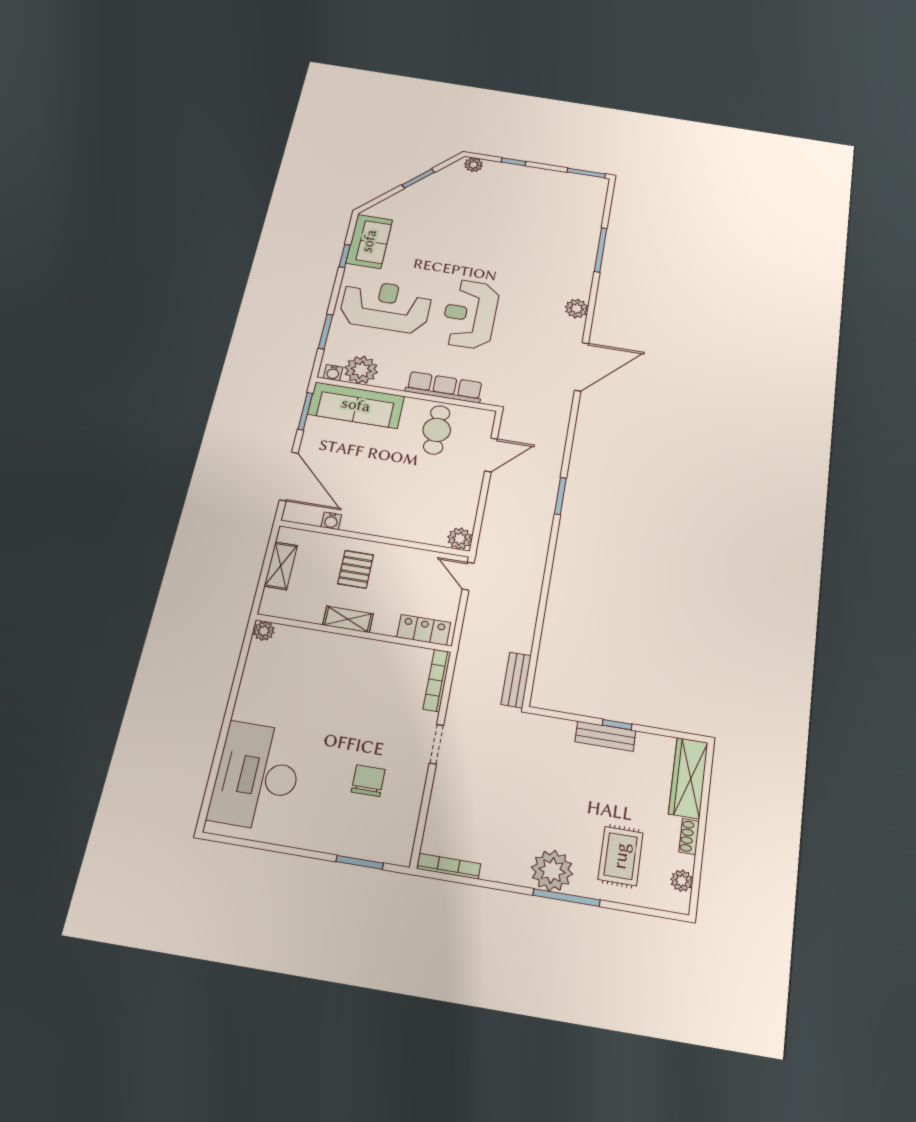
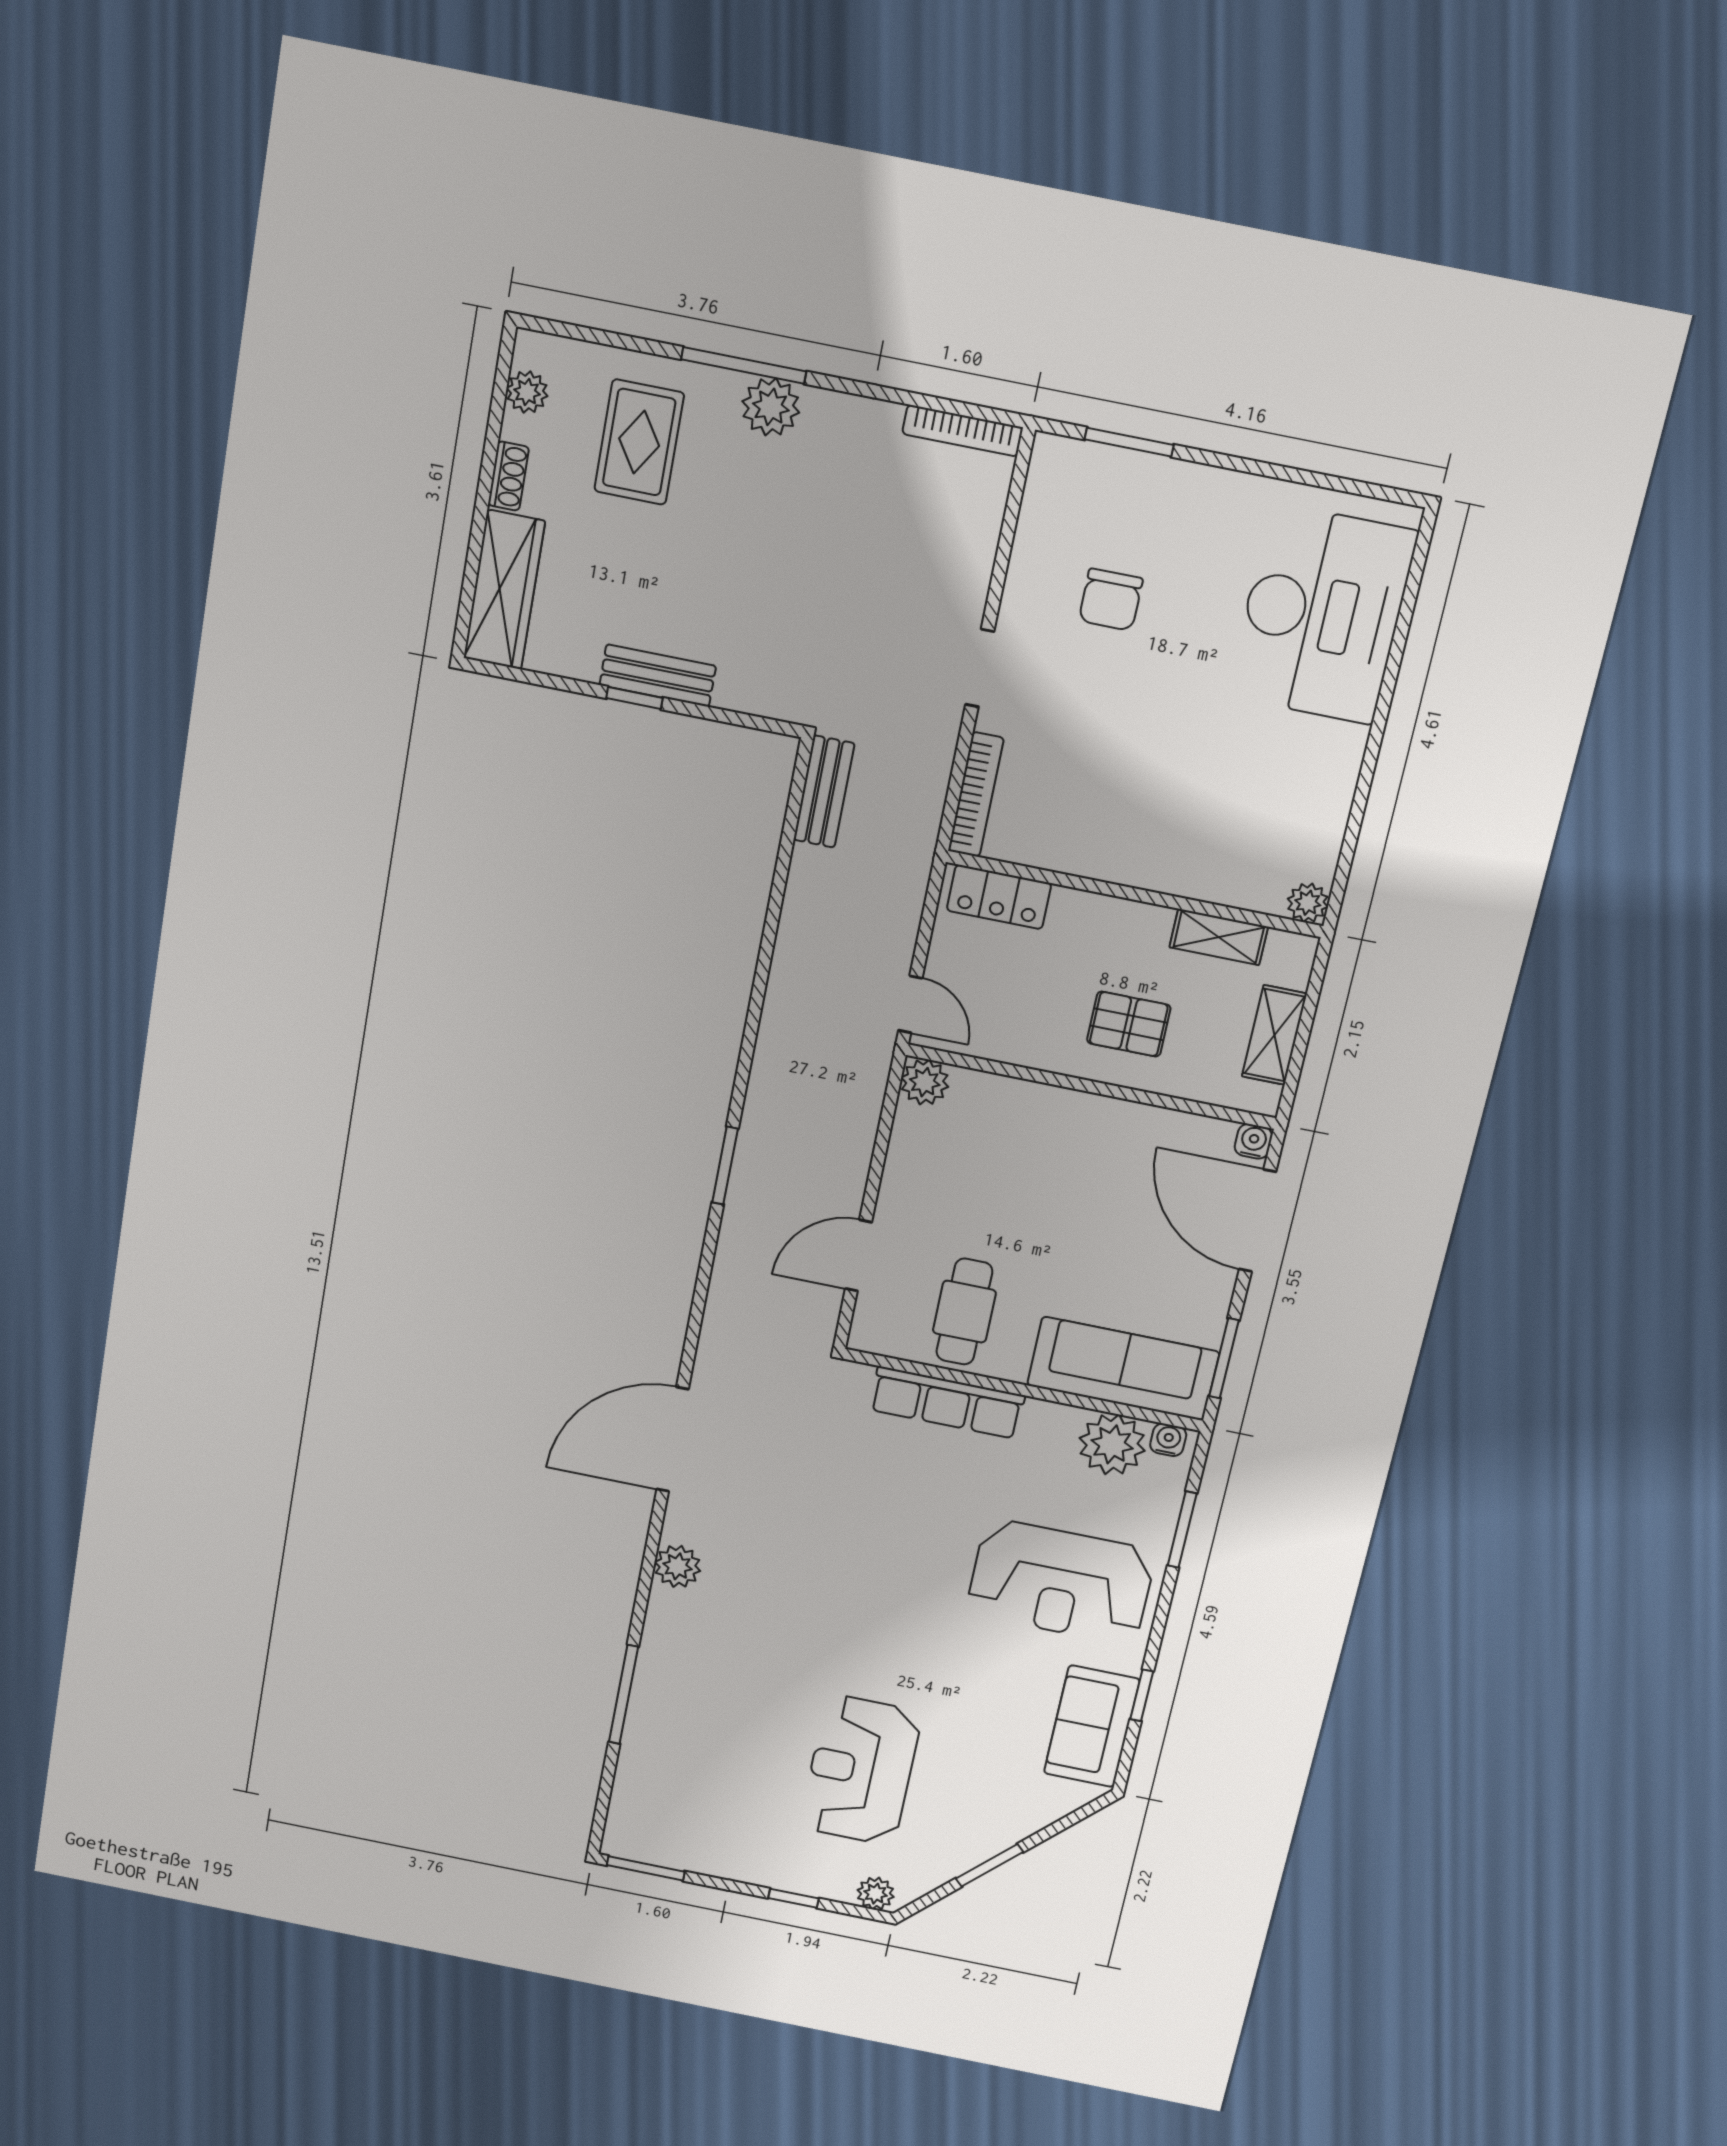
reception desk: (470, 314) -> (861, 1770), moved, turned 180
water cooler: (331, 521) -> (1253, 1141), moved
pallet: (356, 569) -> (1129, 1024), turned 90
shelving: (348, 619) -> (1219, 937), moved
plant: (552, 871) -> (771, 407), width x0.73, depth x0.73

